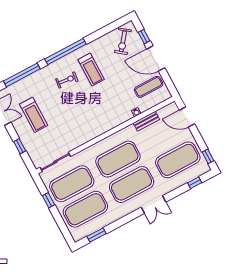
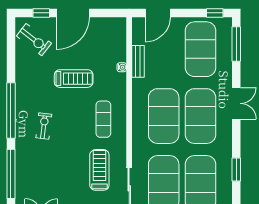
treadmill: (91, 69) -> (74, 79), moved
exercise mat: (149, 87) -> (103, 119), moved
treadmill: (34, 115) -> (99, 170), moved, turned -90
window: (195, 183) -> (236, 44), width x2.17
window: (97, 235) -> (236, 169), moved

